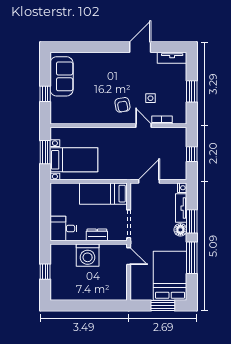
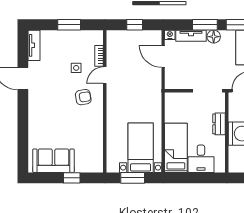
door: (149, 181) -> (163, 56), moved
bed: (103, 194) -> (176, 148), moved, turned 180
desk: (63, 229) -> (201, 159), moved

